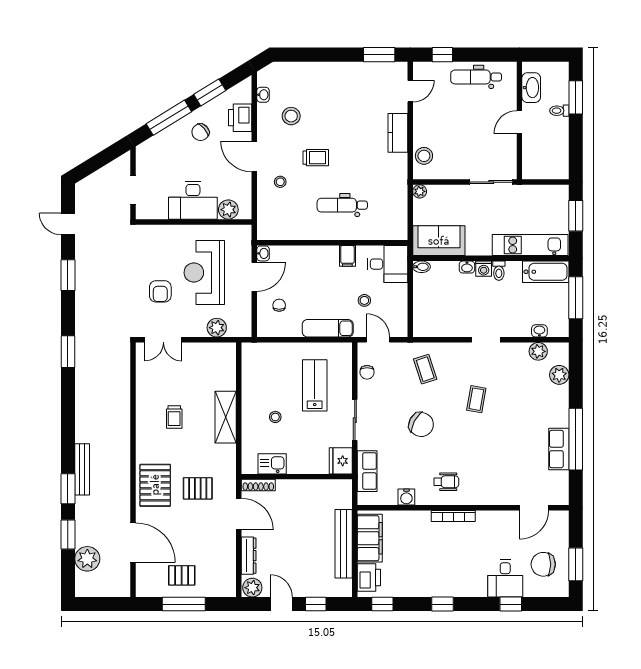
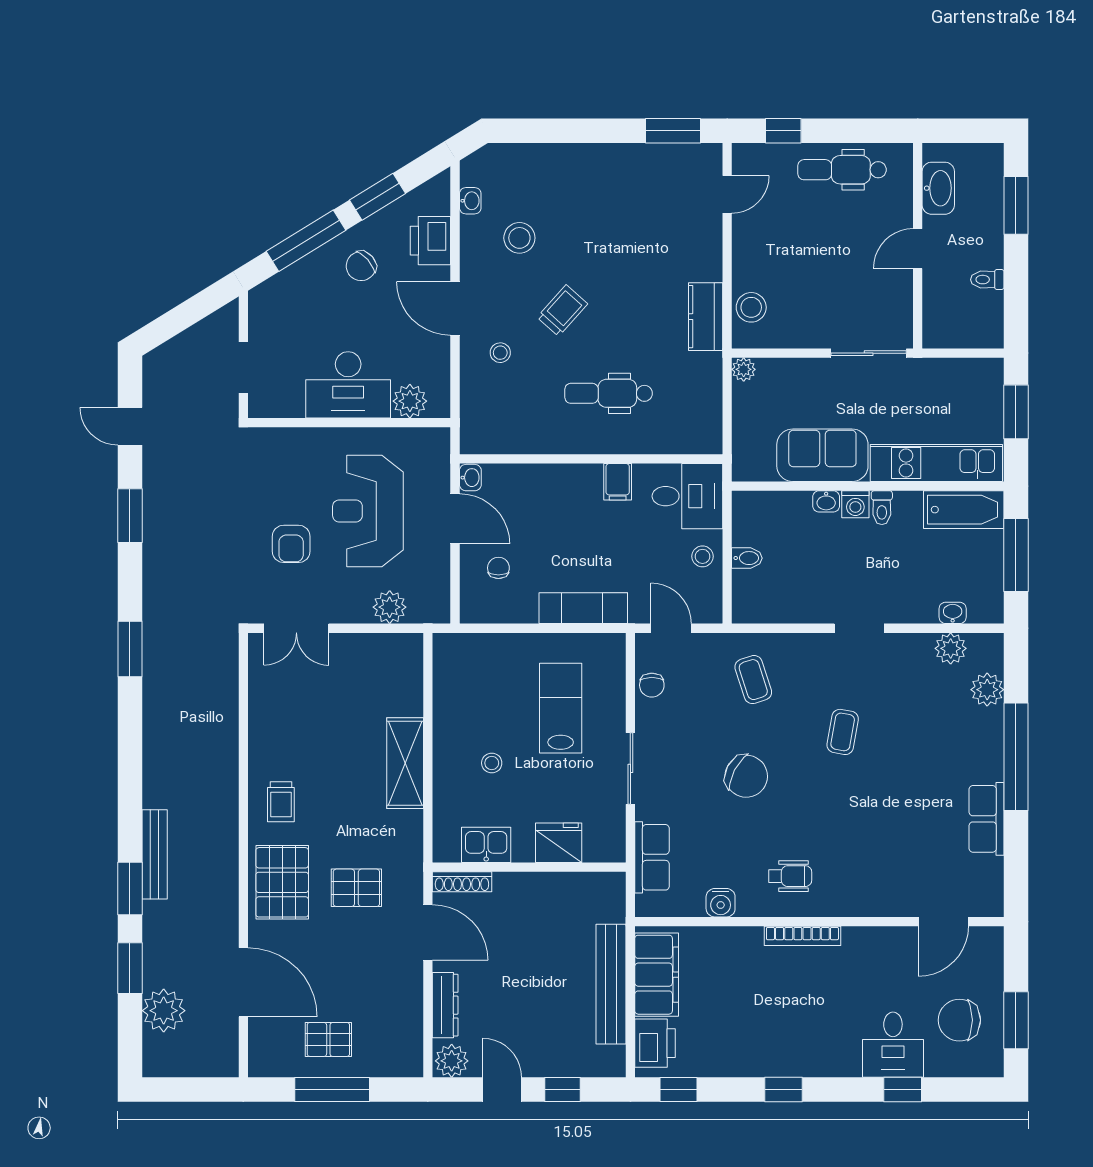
toilet: (559, 111) -> (987, 280), moved
kitchen counter: (398, 133) -> (706, 317), moved
trolley: (316, 158) -> (562, 310), turned -48
sofa: (439, 241) -> (822, 455), moved
bidet: (421, 267) -> (747, 558), moved
door: (254, 277) -> (455, 519), hinge flipped
stool: (364, 300) -> (703, 556), moved
trolley: (174, 417) -> (281, 802), moved
window: (576, 439) -> (1016, 757), moved
fridge: (341, 461) -> (559, 843), moved, turned 90

